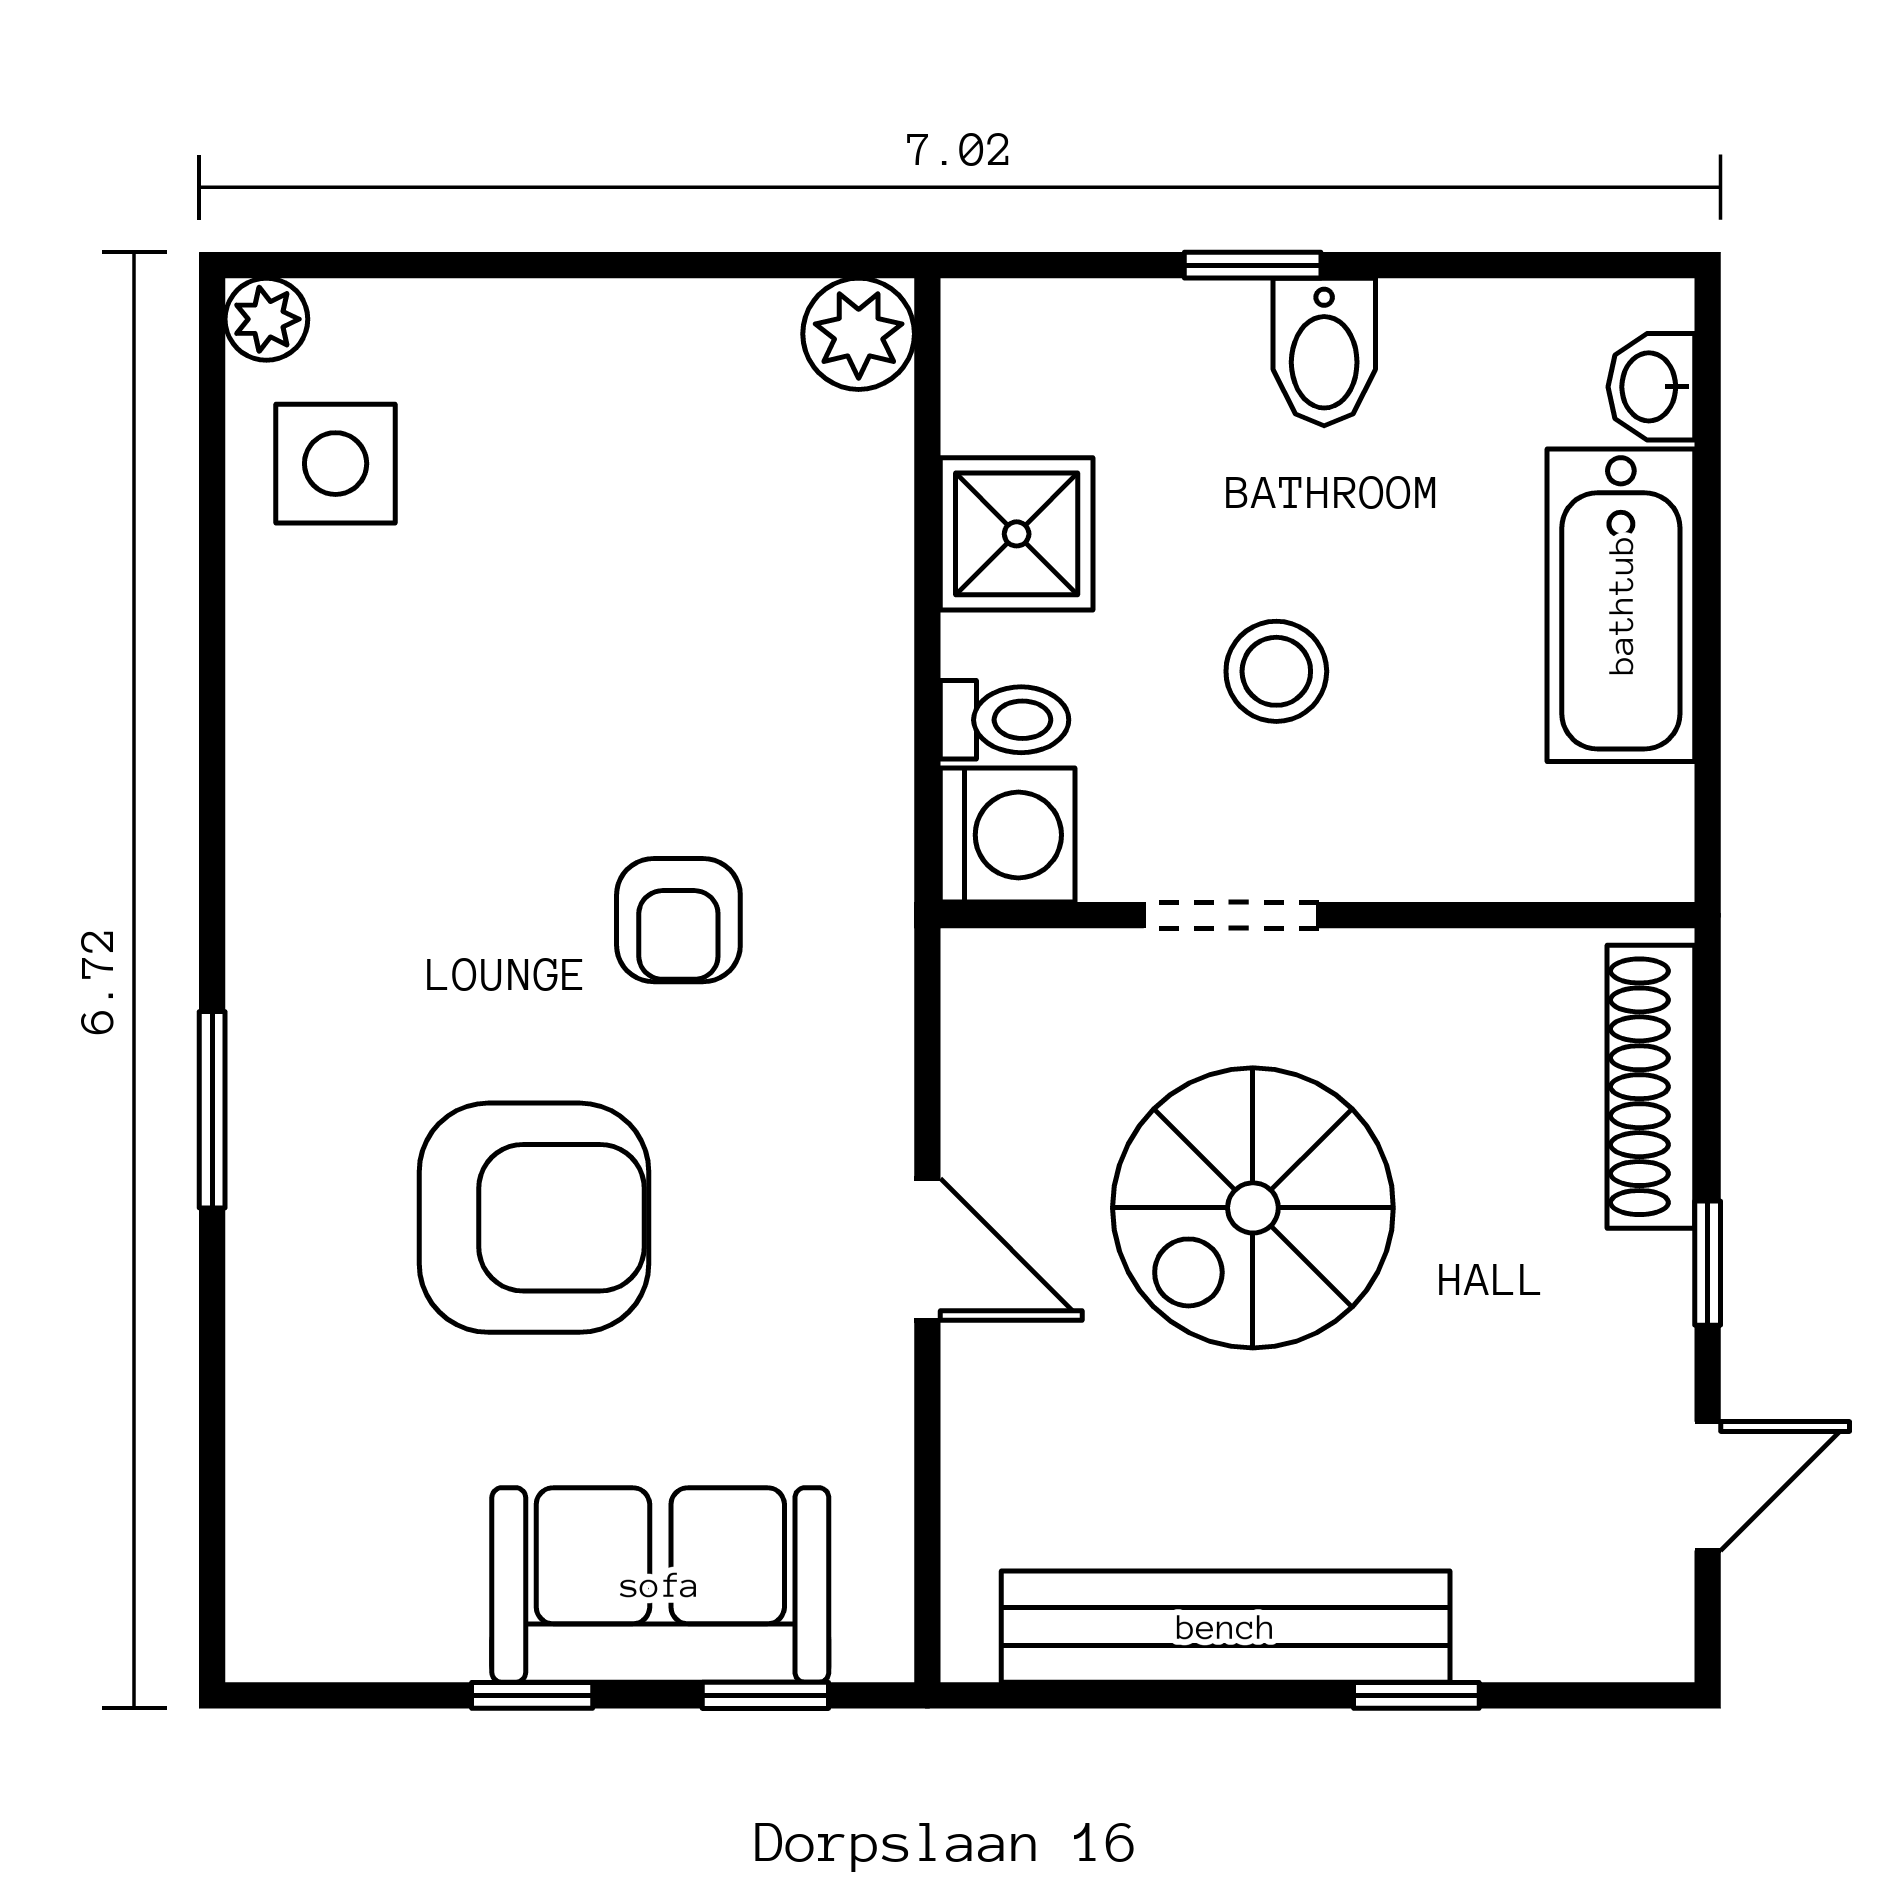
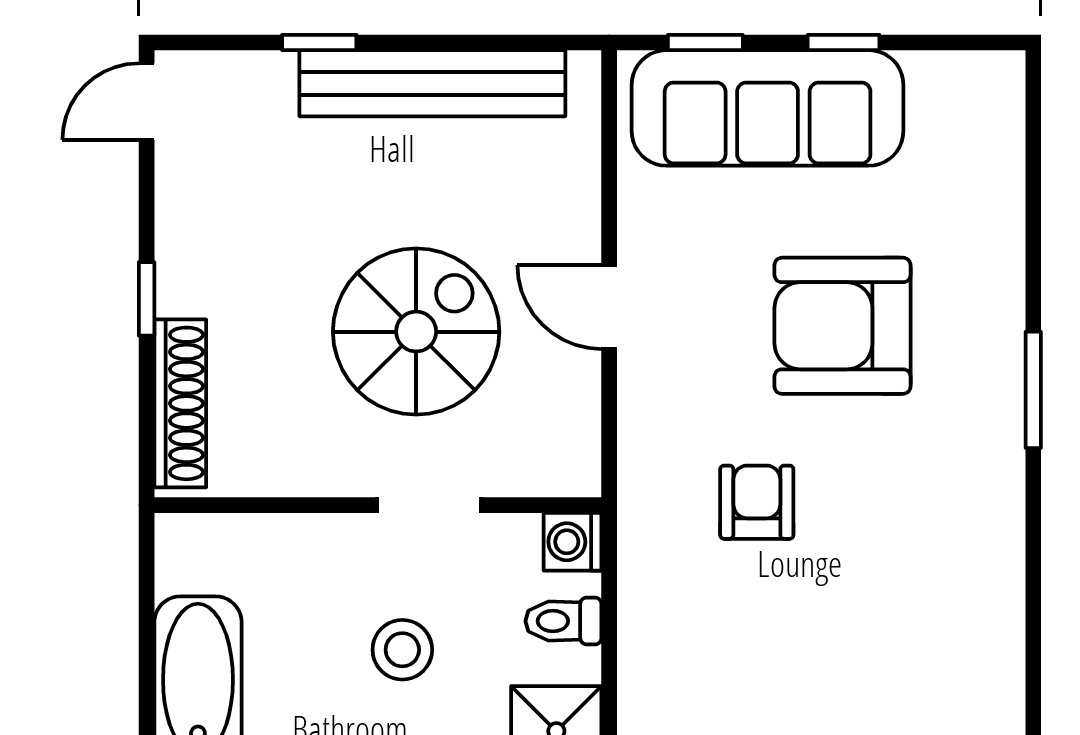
washing machine: (1008, 835) -> (573, 542), width x0.73, depth x0.73
door: (1708, 1486) -> (147, 102), moved
sofa: (660, 1585) -> (768, 108), width x1.36

